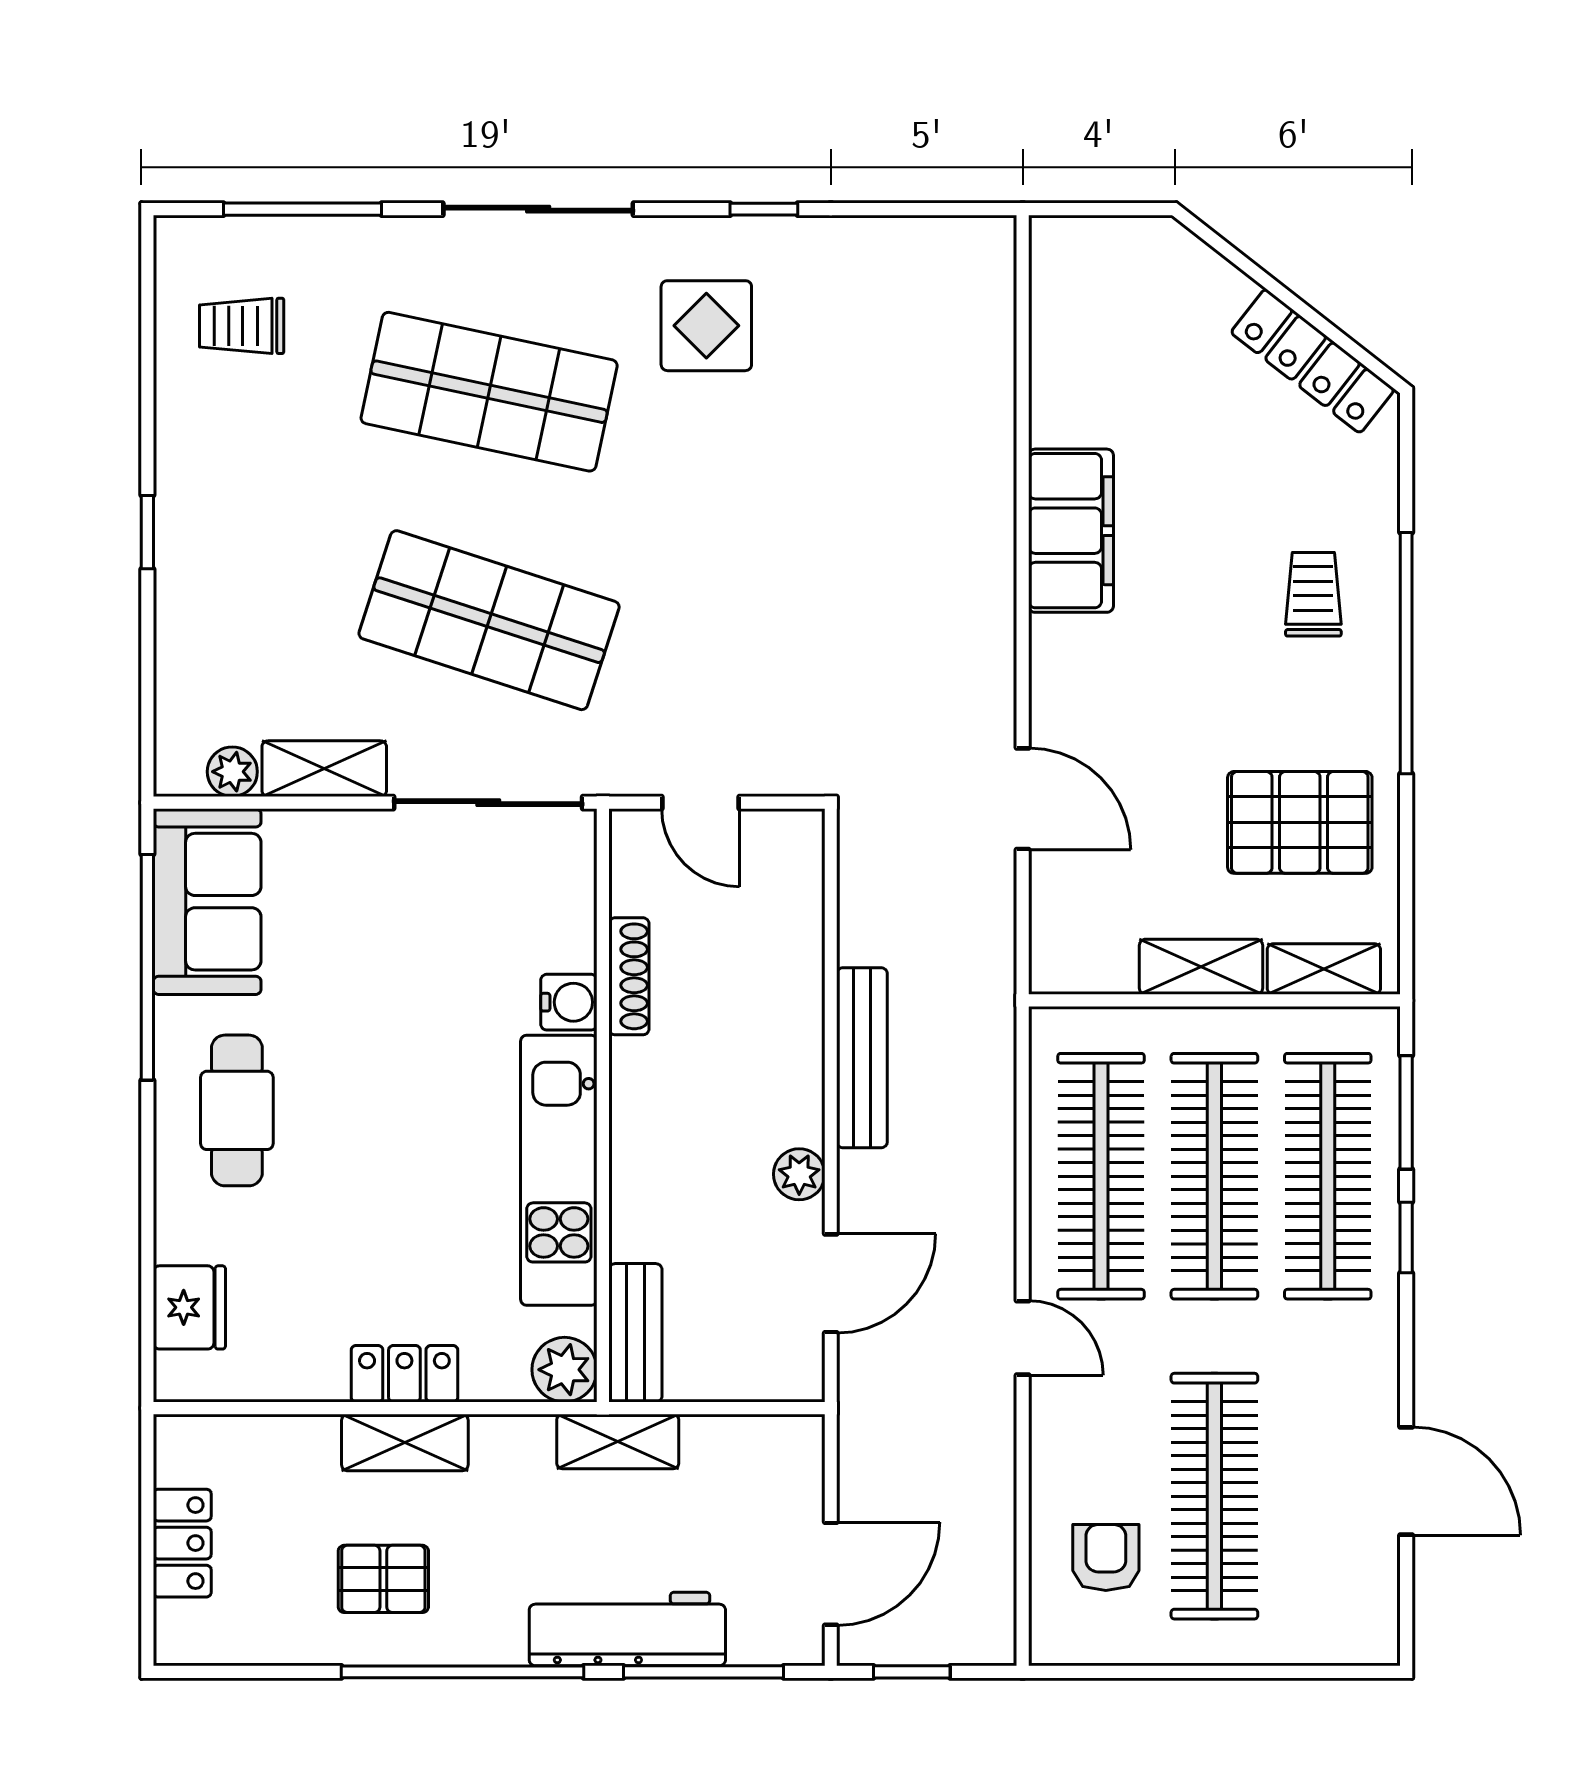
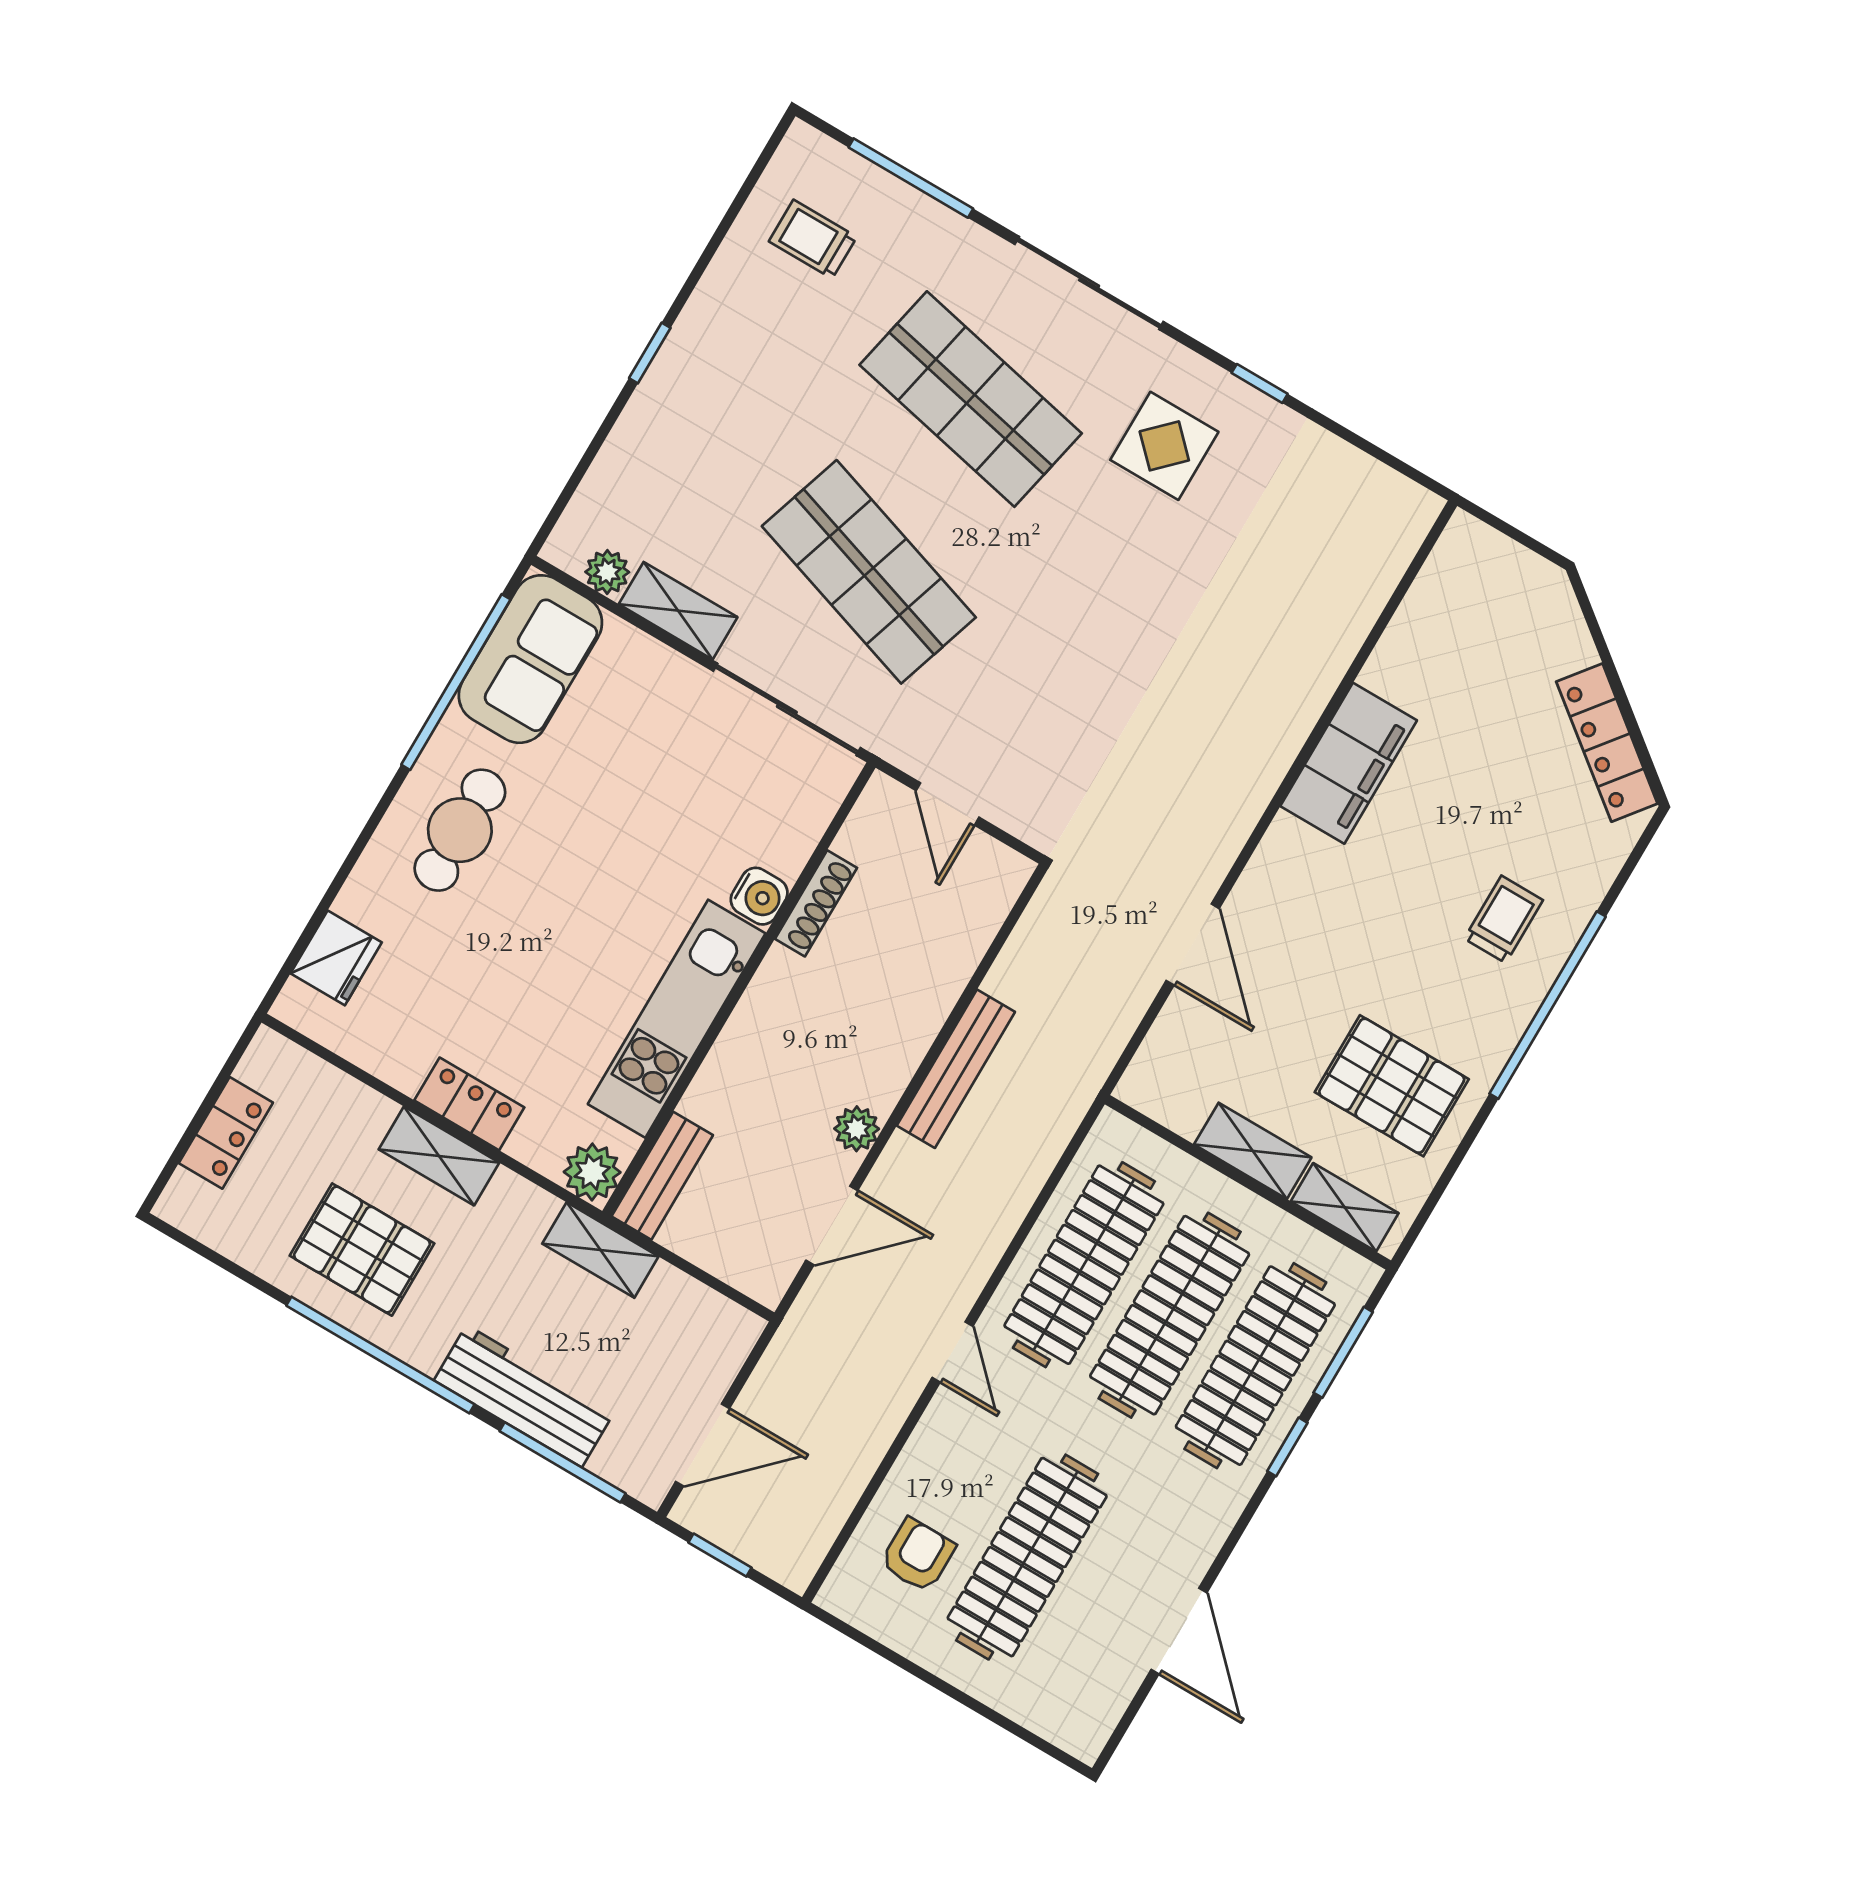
pallet: (383, 1579) -> (362, 1250), width x1.50, depth x1.42

